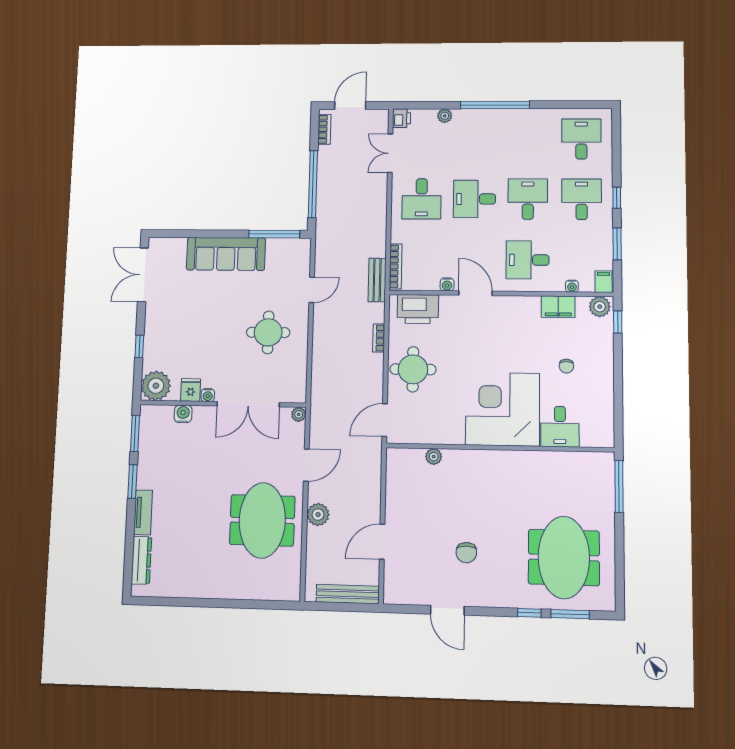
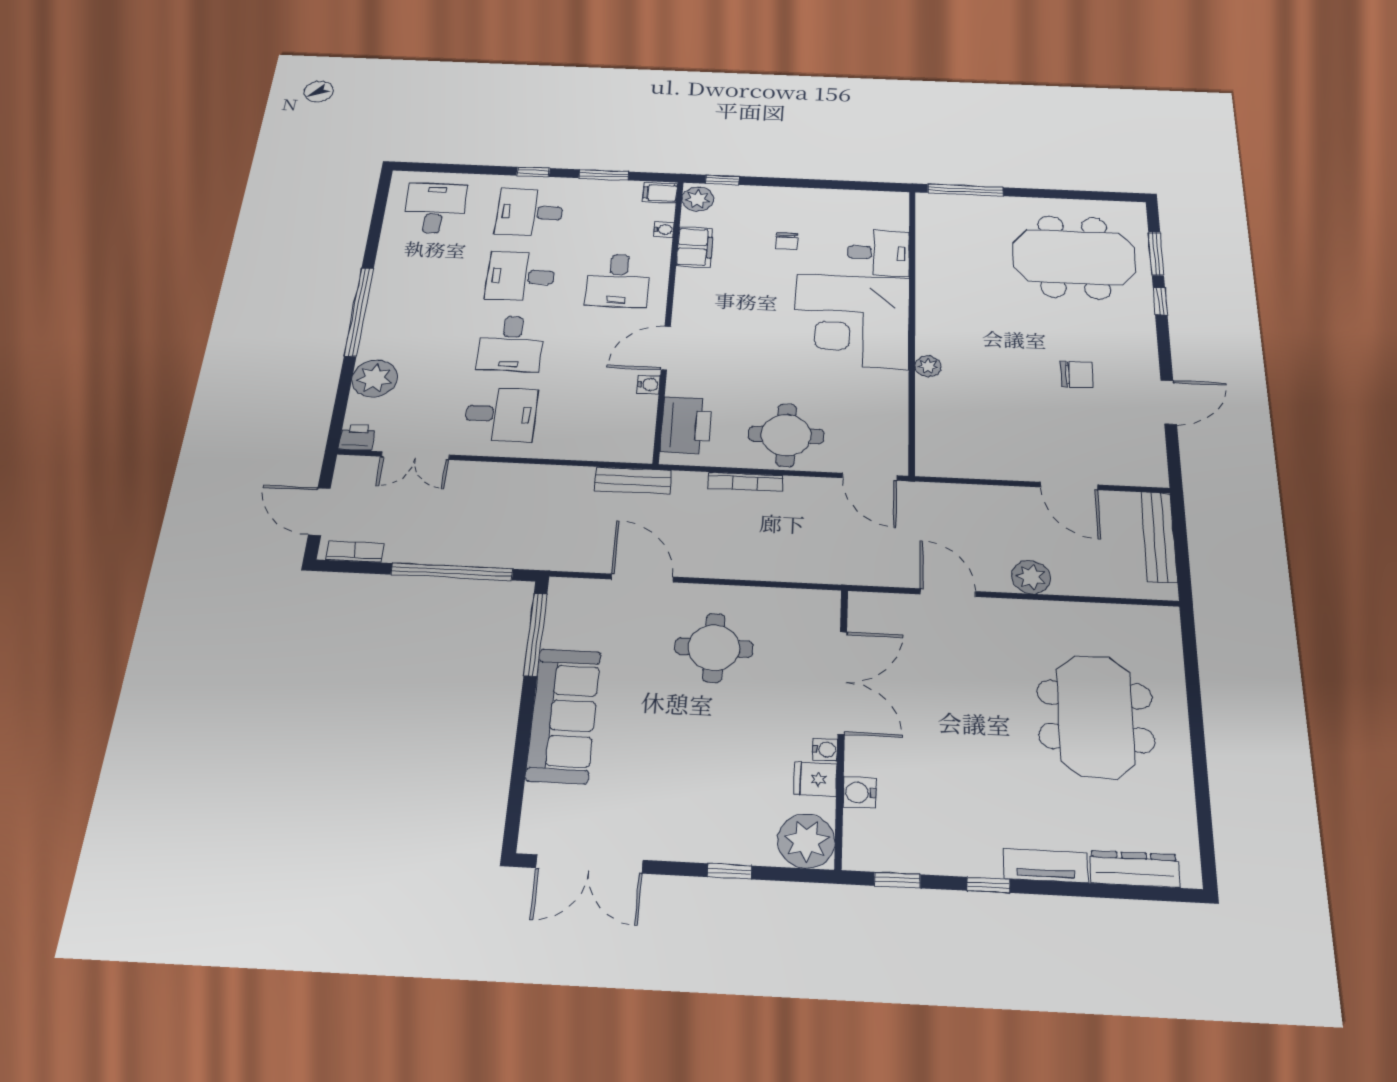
plant: (445, 116) -> (375, 378), width x1.88, depth x1.88
desk: (581, 139) -> (435, 208), turned 90
bookcase: (396, 266) -> (612, 454), removed
door: (312, 290) -> (642, 578), width x1.37
bookcase: (379, 338) -> (745, 482), width x1.56
chair: (566, 366) -> (787, 241), turned 90
plant: (299, 414) -> (860, 603), removed
window: (135, 433) -> (897, 880), width x0.67
plant: (434, 457) -> (928, 366), moved
window: (133, 481) -> (988, 885), width x0.67
meeting table: (262, 520) -> (1096, 716), moved, turned 90

